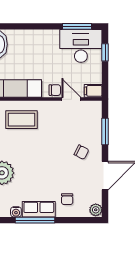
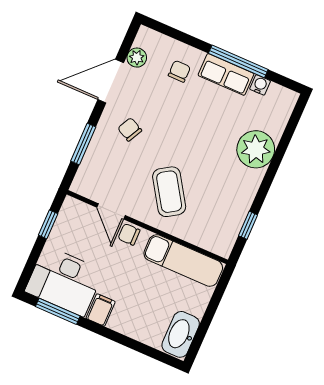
window: (105, 52) -> (48, 224), moved
filing cabinet: (93, 91) -> (101, 310), moved, turned -90
coffee table: (21, 120) -> (169, 192), moved, turned 57
plant: (96, 210) -> (137, 58), moved

